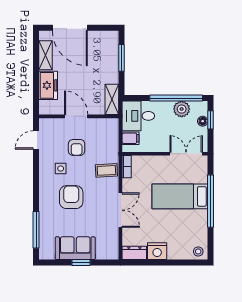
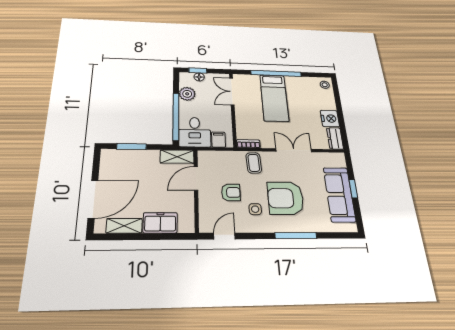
window: (176, 98) -> (176, 116), moved
door: (76, 116) -> (196, 178), moved
door: (36, 140) -> (224, 236), swing flipped
armchair: (71, 197) -> (286, 198), width x1.36, depth x1.36
window: (36, 230) -> (296, 236), moved
sofa: (75, 248) -> (339, 194), width x1.36

